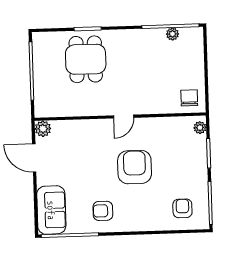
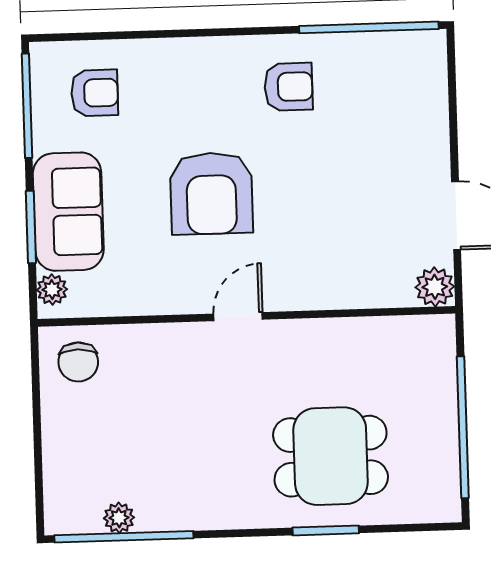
dining table: (86, 59) -> (331, 456), turned 90
armchair: (182, 208) -> (95, 93), turned -90
sofa: (51, 210) -> (68, 212), moved, turned 180

